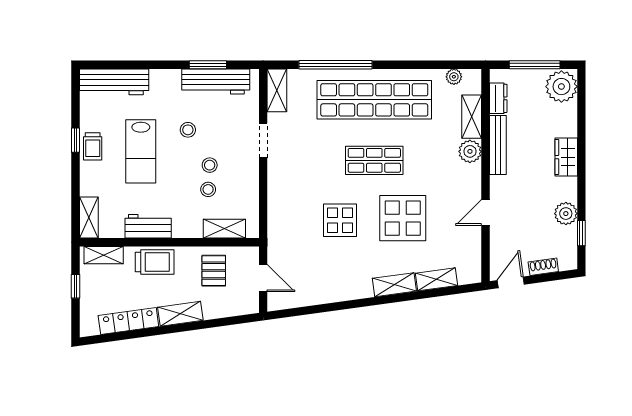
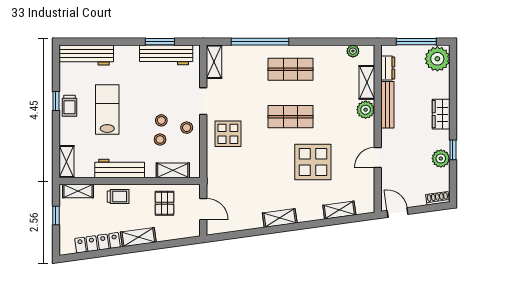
shop shelf: (374, 100) -> (290, 69), width x0.50, depth x0.74
stool: (188, 130) -> (187, 128), moved
lab bench: (141, 151) -> (107, 110), turned 180
display table: (340, 220) -> (228, 134), moved
workbench: (148, 226) -> (120, 168), width x1.38
window: (581, 233) -> (453, 150), moved
trolley: (155, 262) -> (118, 197), width x0.73, depth x0.72
shoe rack: (543, 267) -> (438, 198), moved
door: (511, 282) -> (398, 212), hinge flipped
shelving: (394, 285) -> (280, 218), moved

